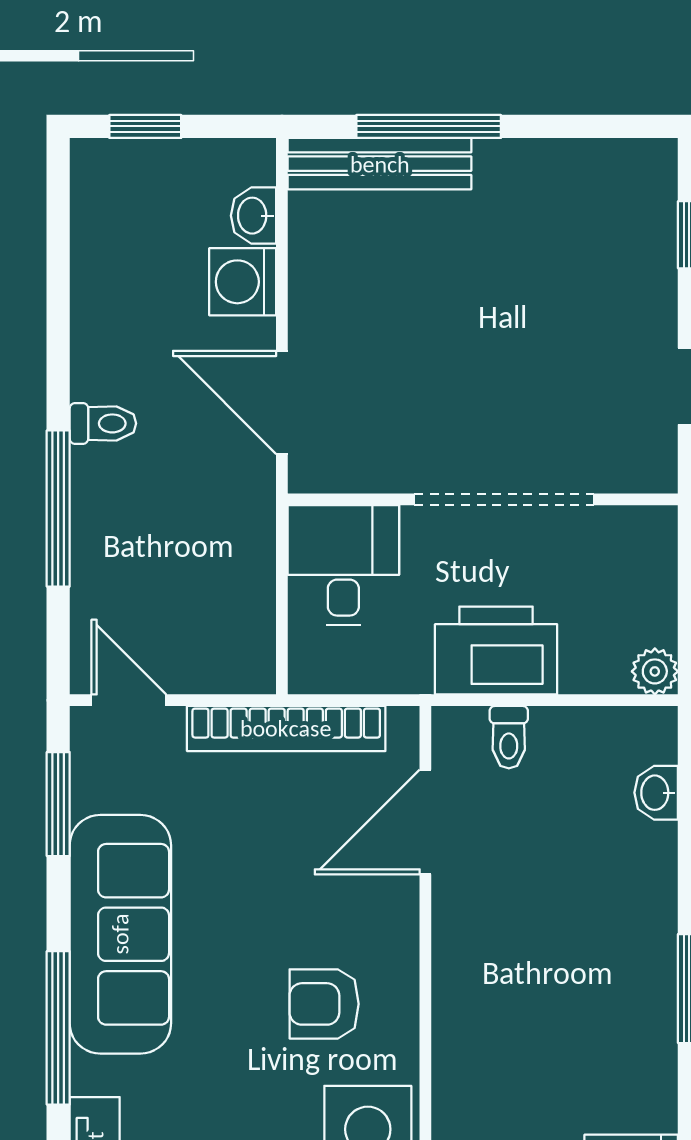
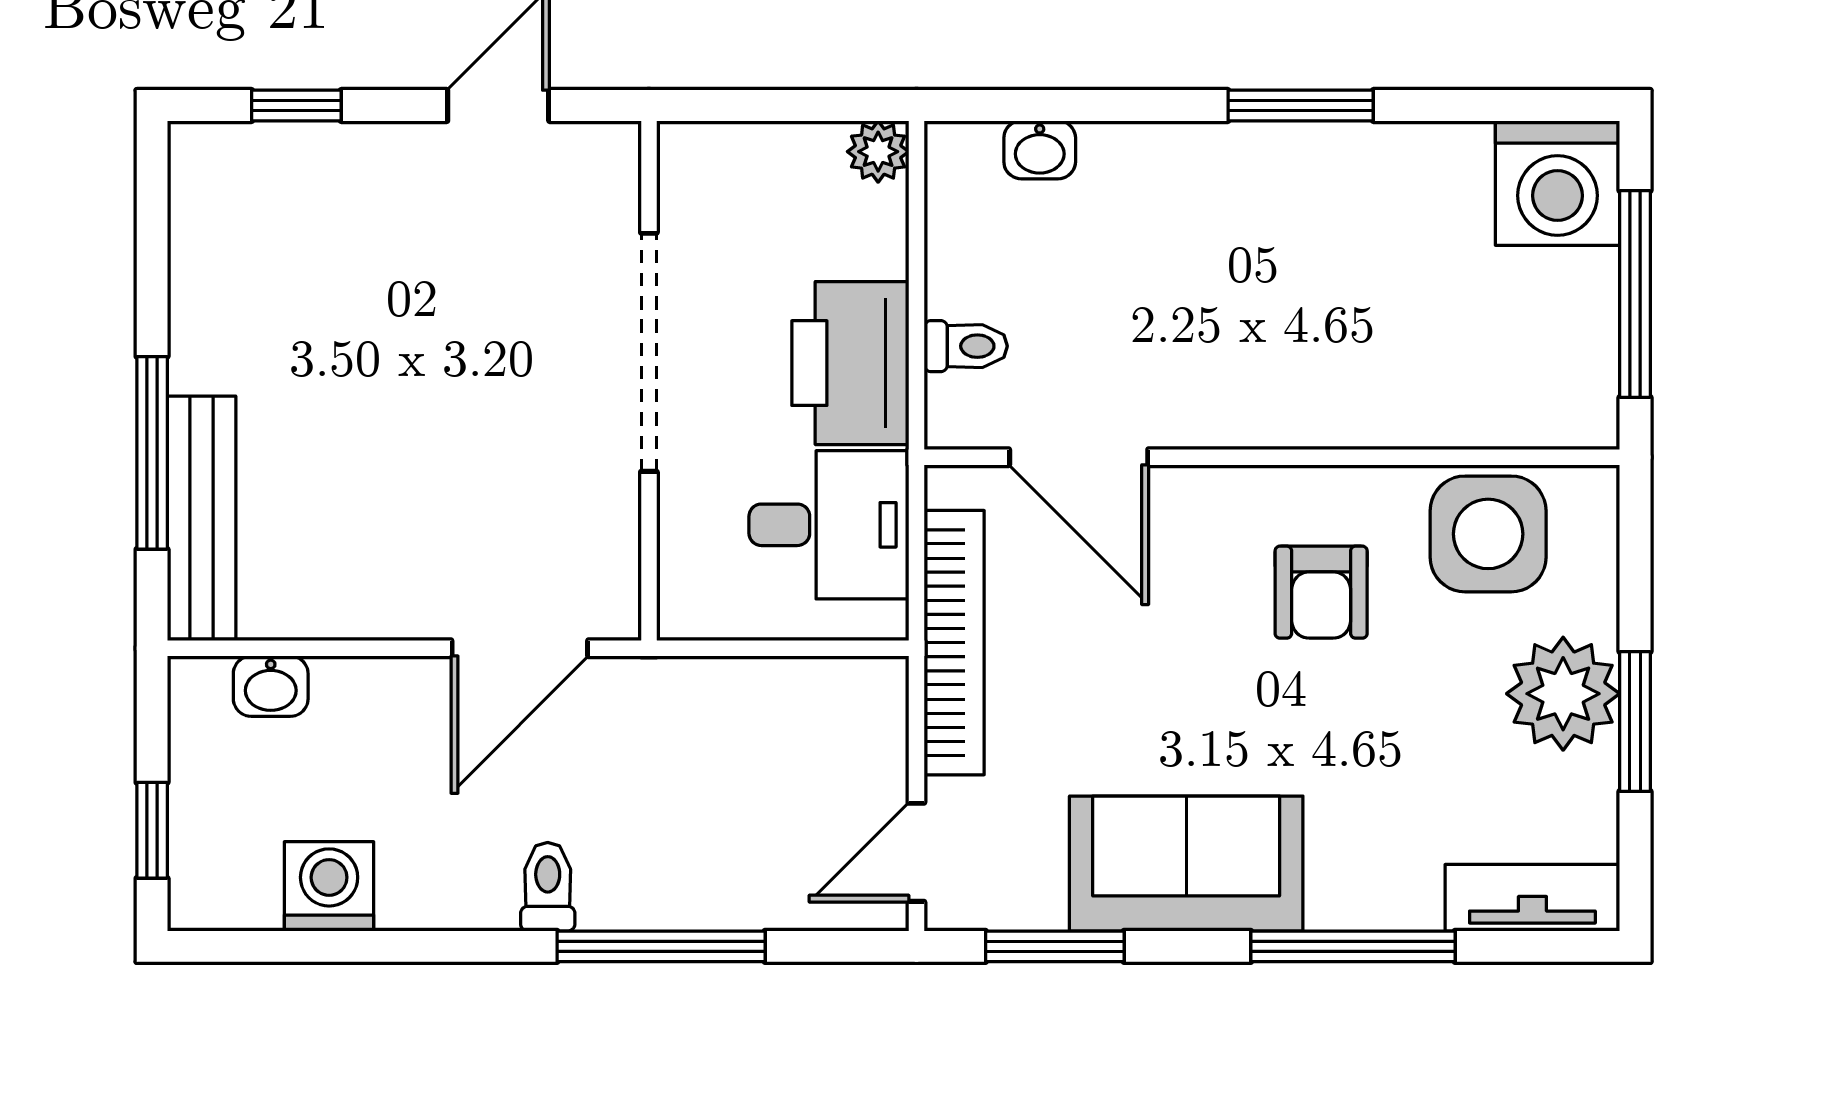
washing machine: (243, 282) -> (329, 886), moved, turned 180
desk: (343, 565) -> (829, 525), moved, turned 180
sofa: (120, 934) -> (1186, 864), width x0.73

